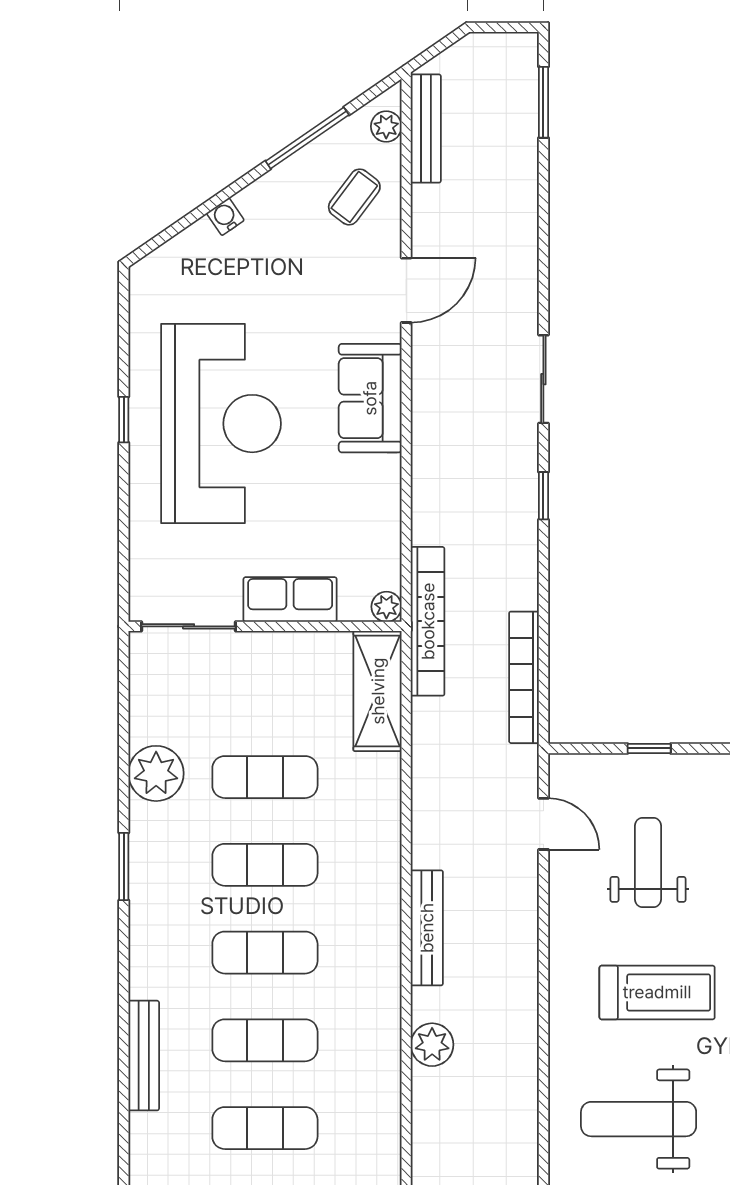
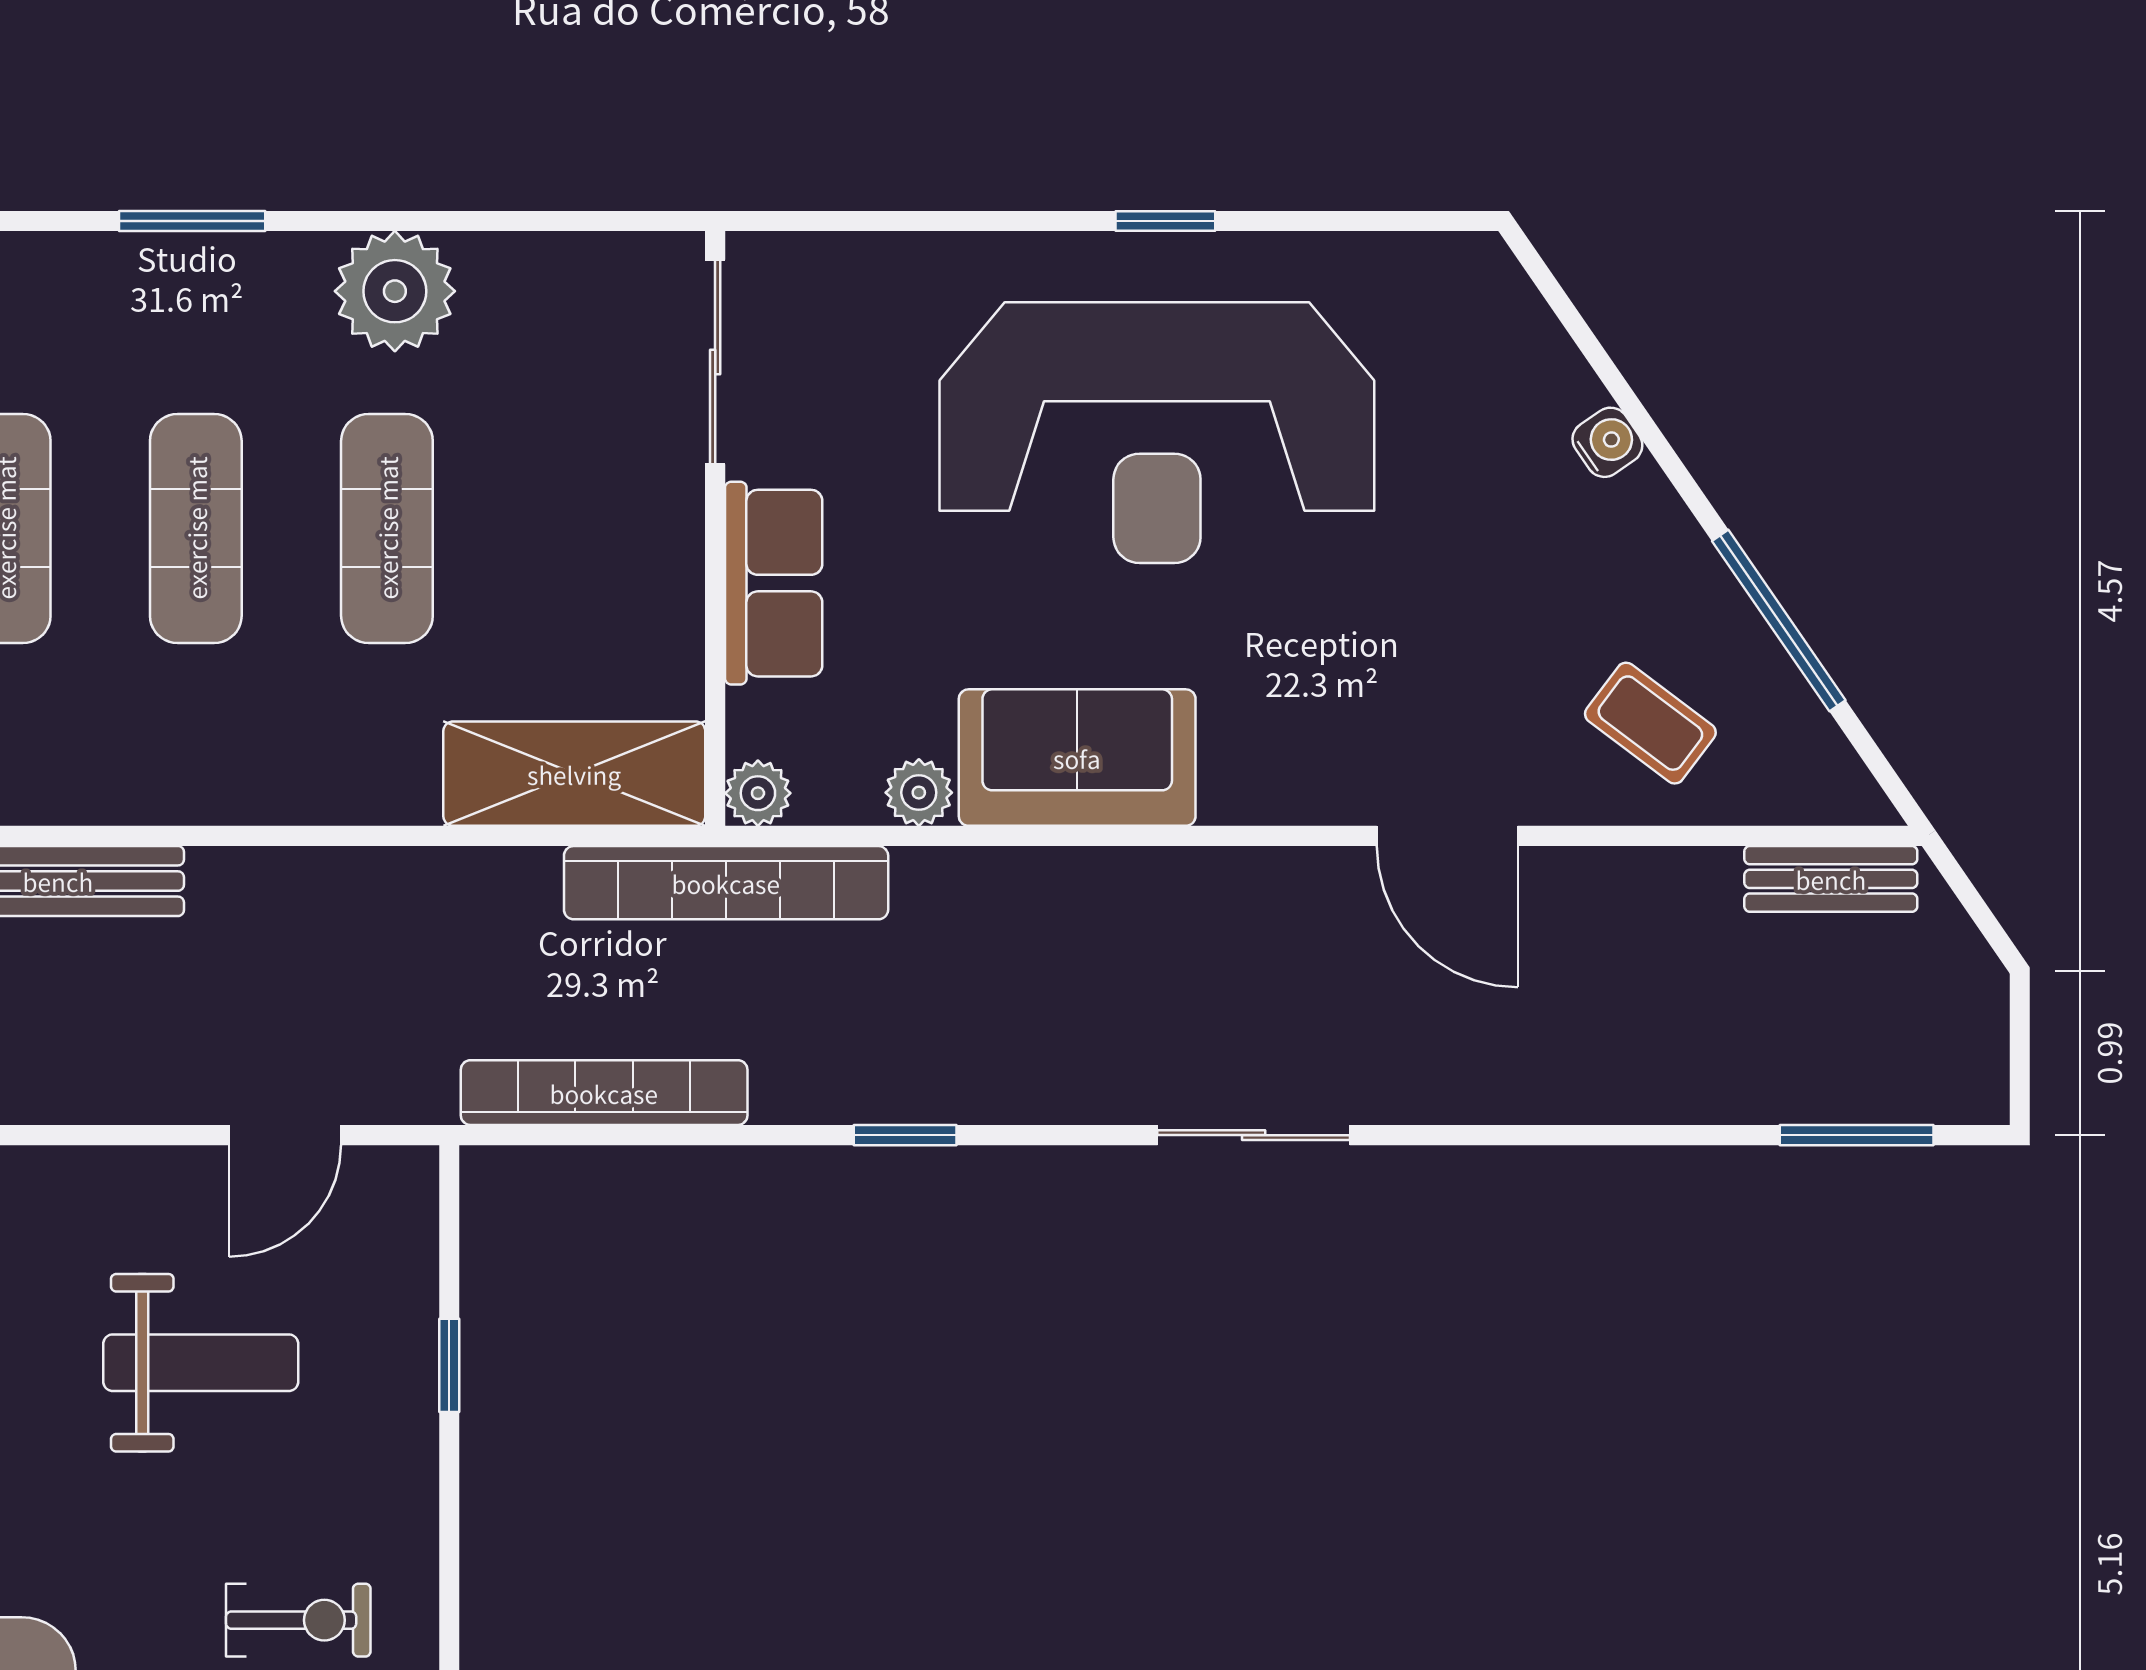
plant: (386, 126) -> (919, 793), moved
bench: (426, 129) -> (1831, 879), width x0.73
sofa: (370, 398) -> (1077, 758), moved
window: (543, 496) -> (905, 1135), moved

